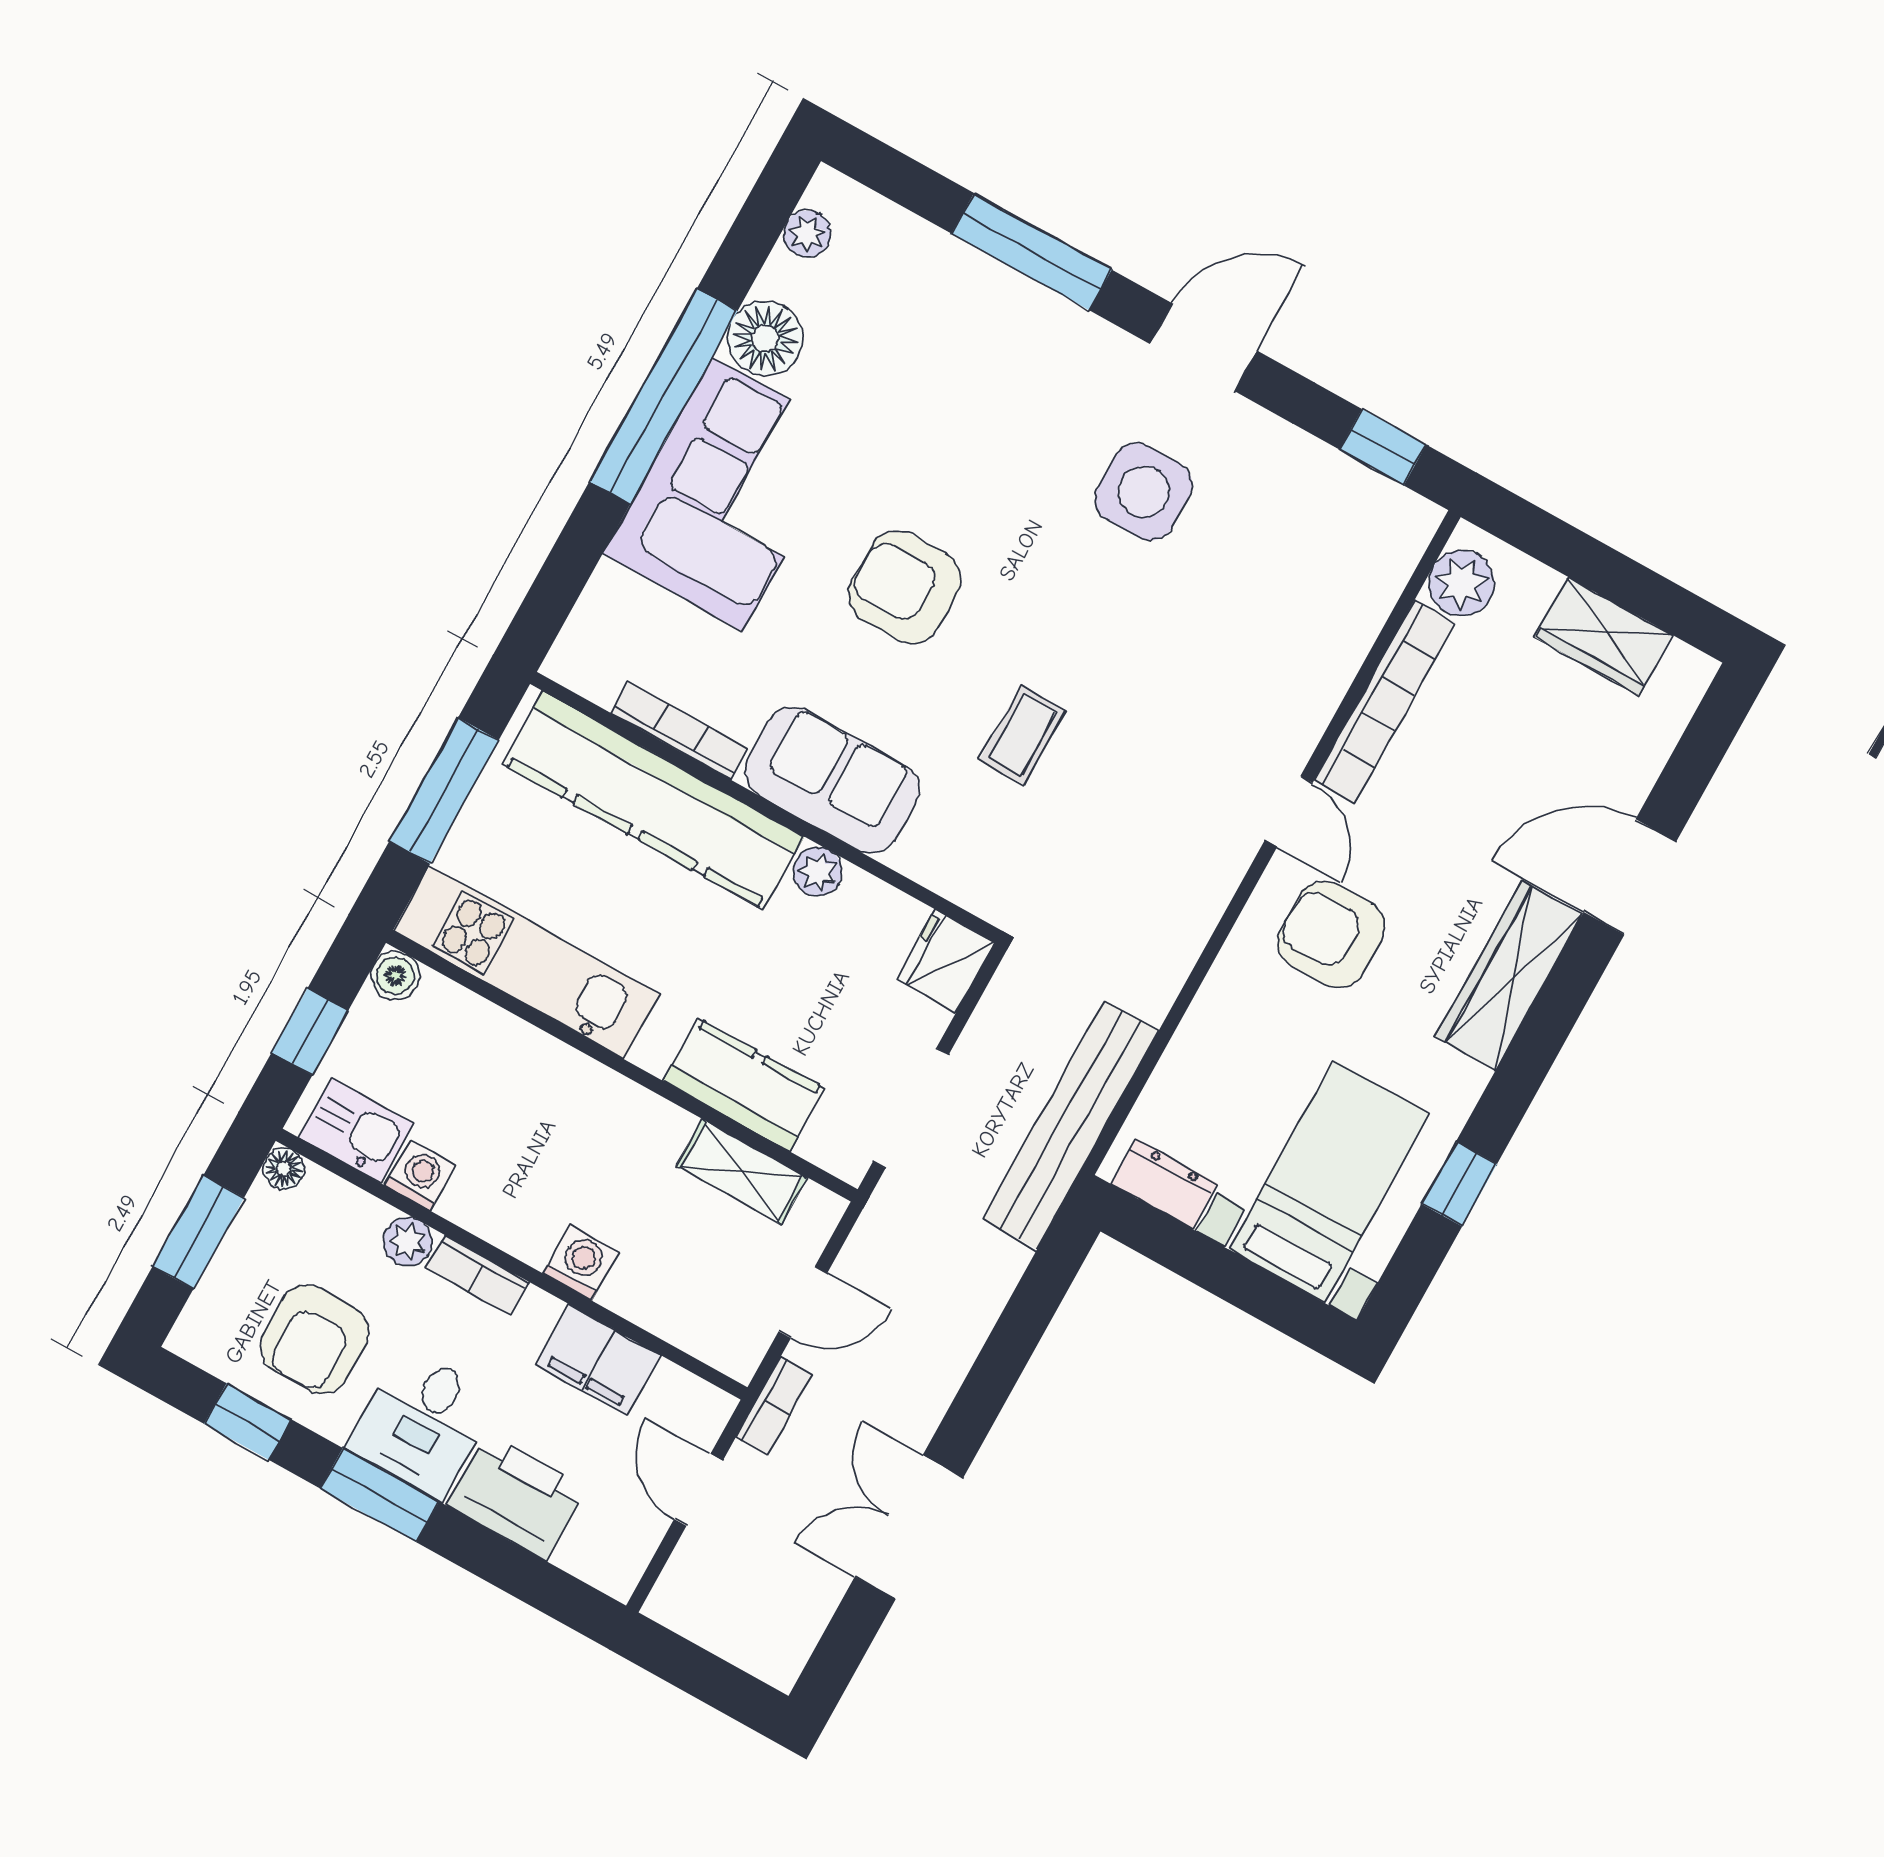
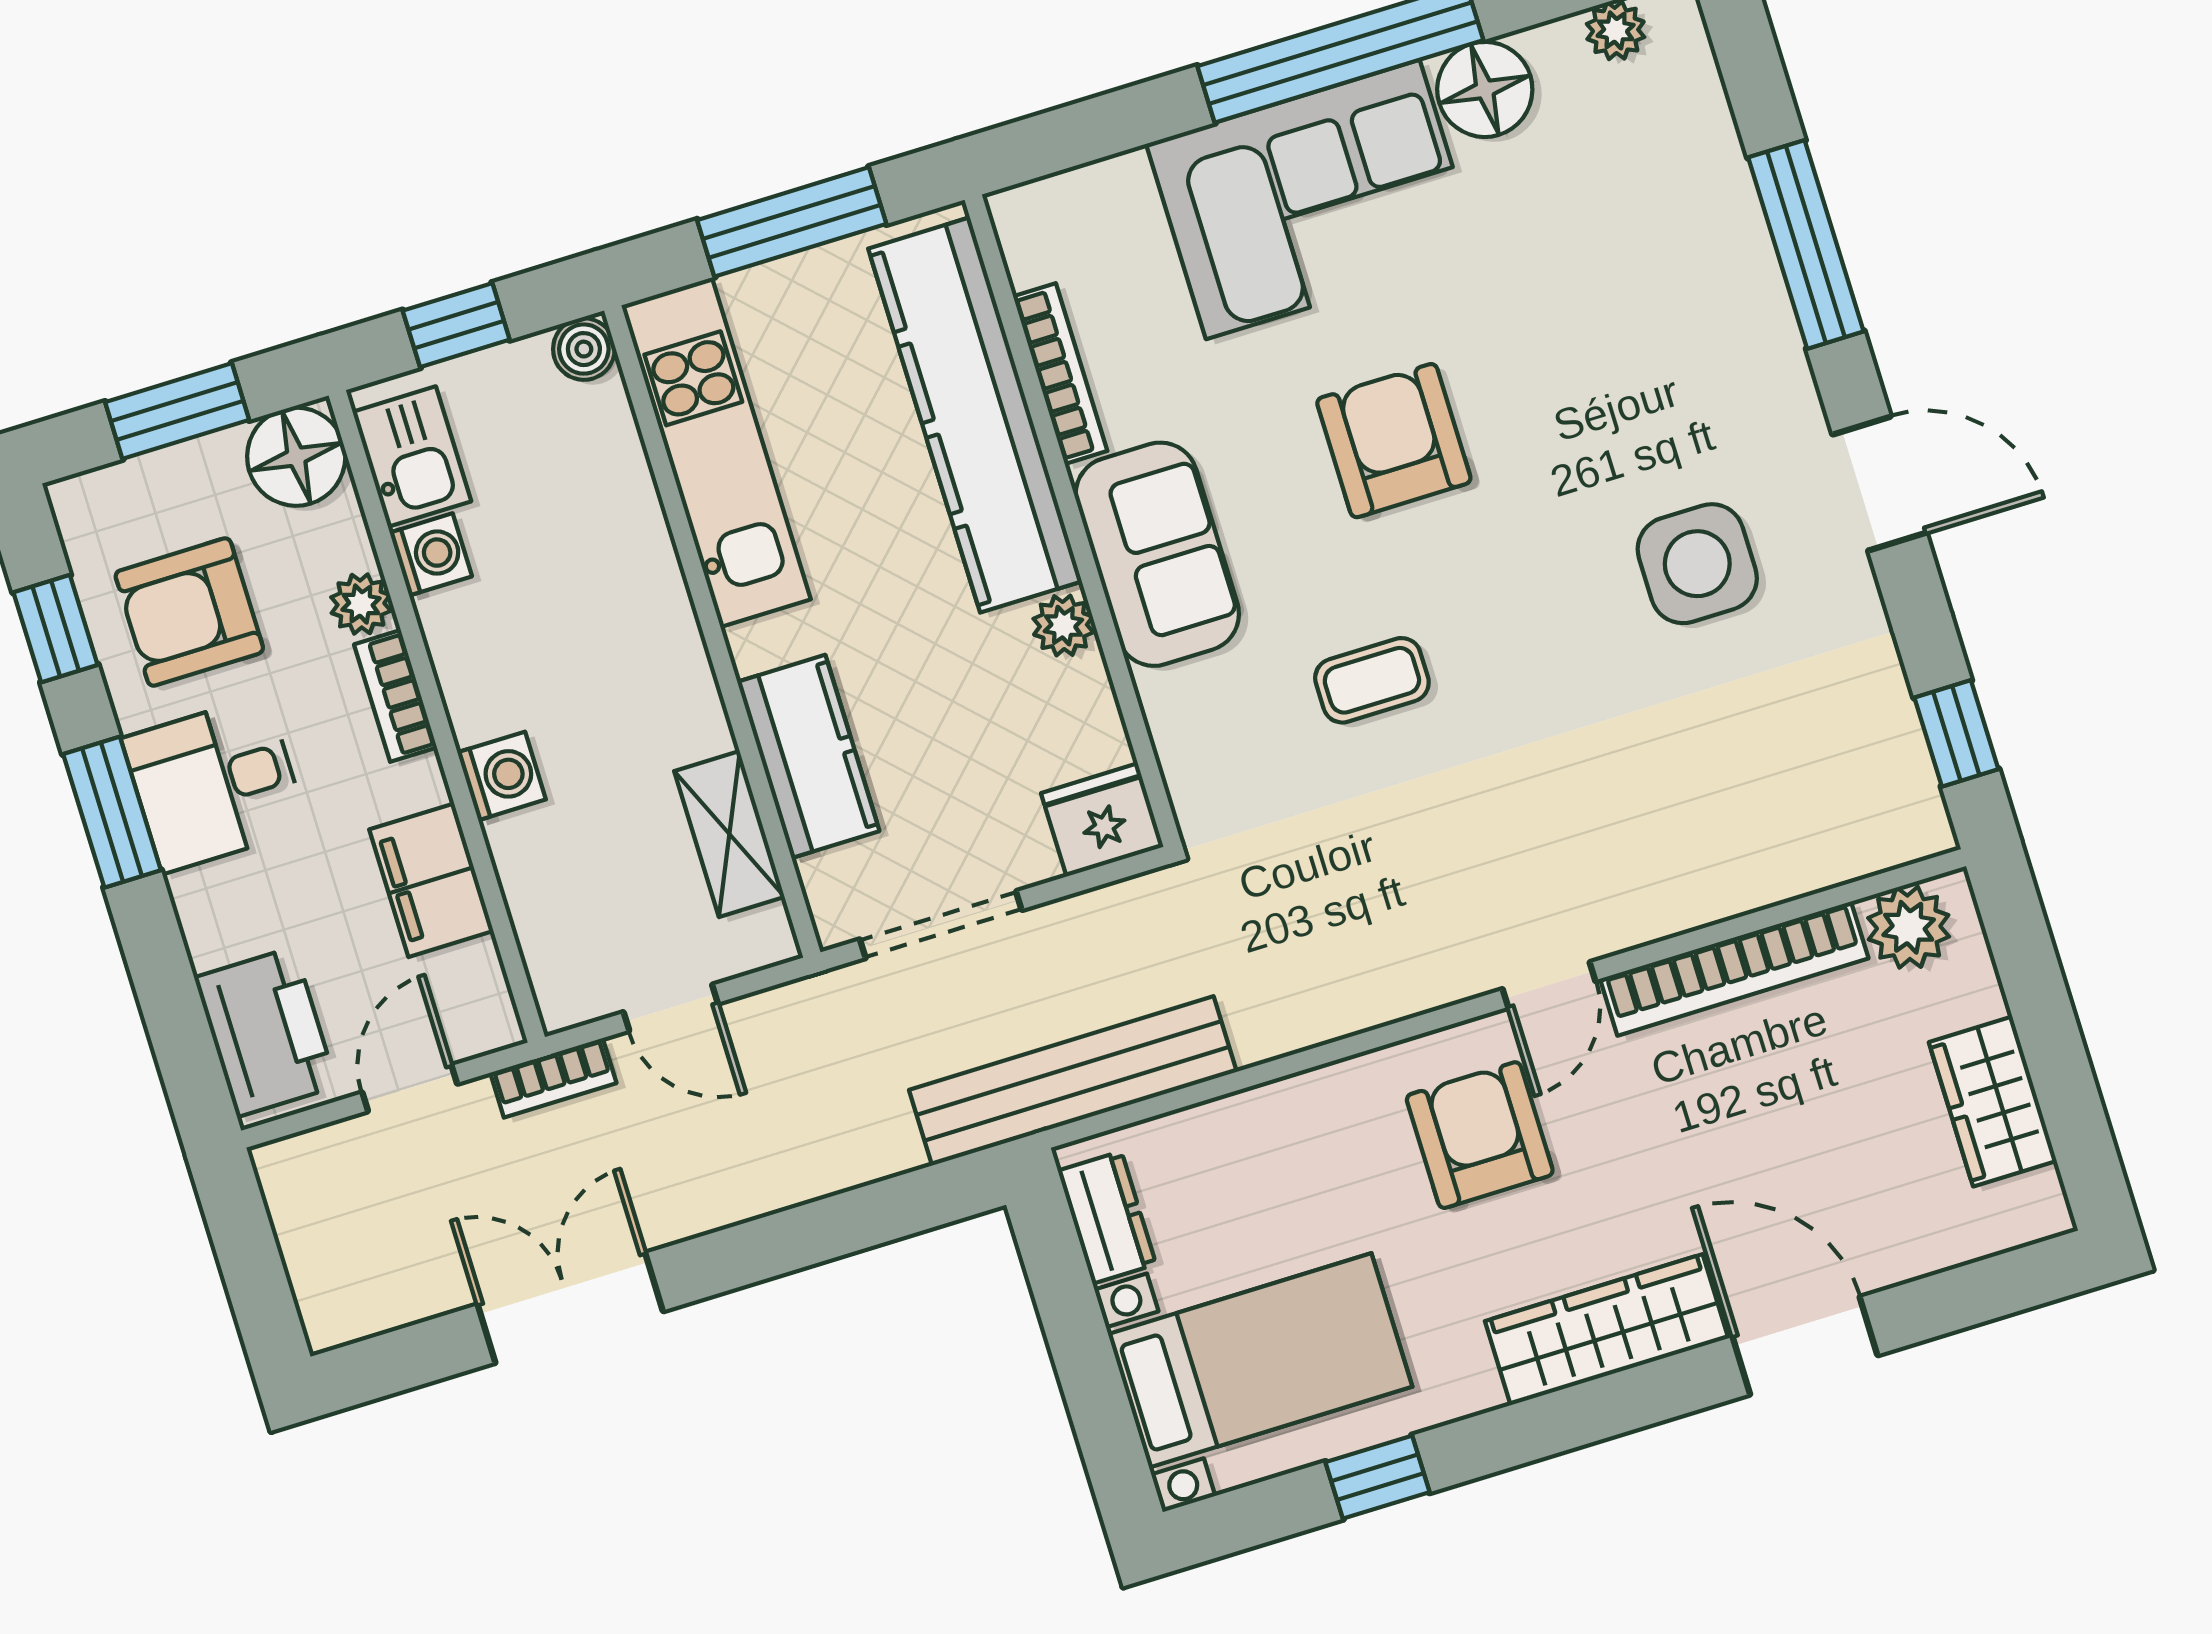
floor lamp: (284, 1169) -> (296, 457), width x1.89, depth x1.89
printer: (516, 1497) -> (266, 1032), moved

